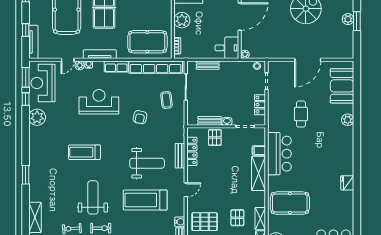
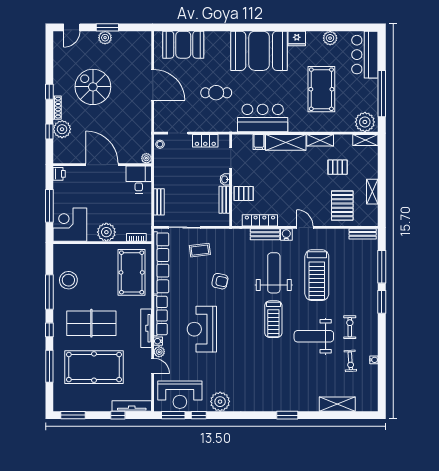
row of seats: (116, 66) -> (161, 316), width x1.48
plant: (348, 120) -> (330, 38), moved
booth: (337, 151) -> (259, 51), added
treadmill: (84, 152) -> (273, 319), moved
pool table: (290, 203) -> (321, 89), moved
shelving: (260, 219) -> (320, 140), moved
water cooler: (180, 222) -> (286, 235), moved

